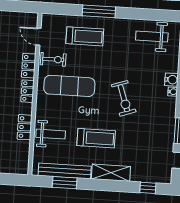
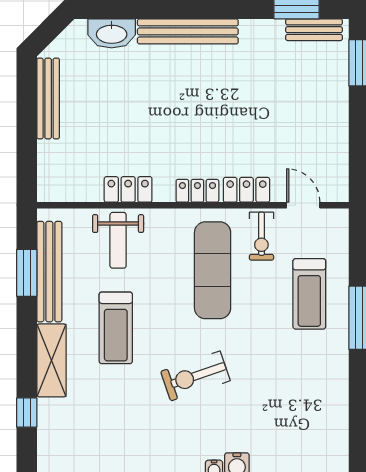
weight bench: (152, 36) -> (317, 422), removed
door: (38, 37) -> (303, 205), hinge flipped
window: (148, 188) -> (27, 413), moved

